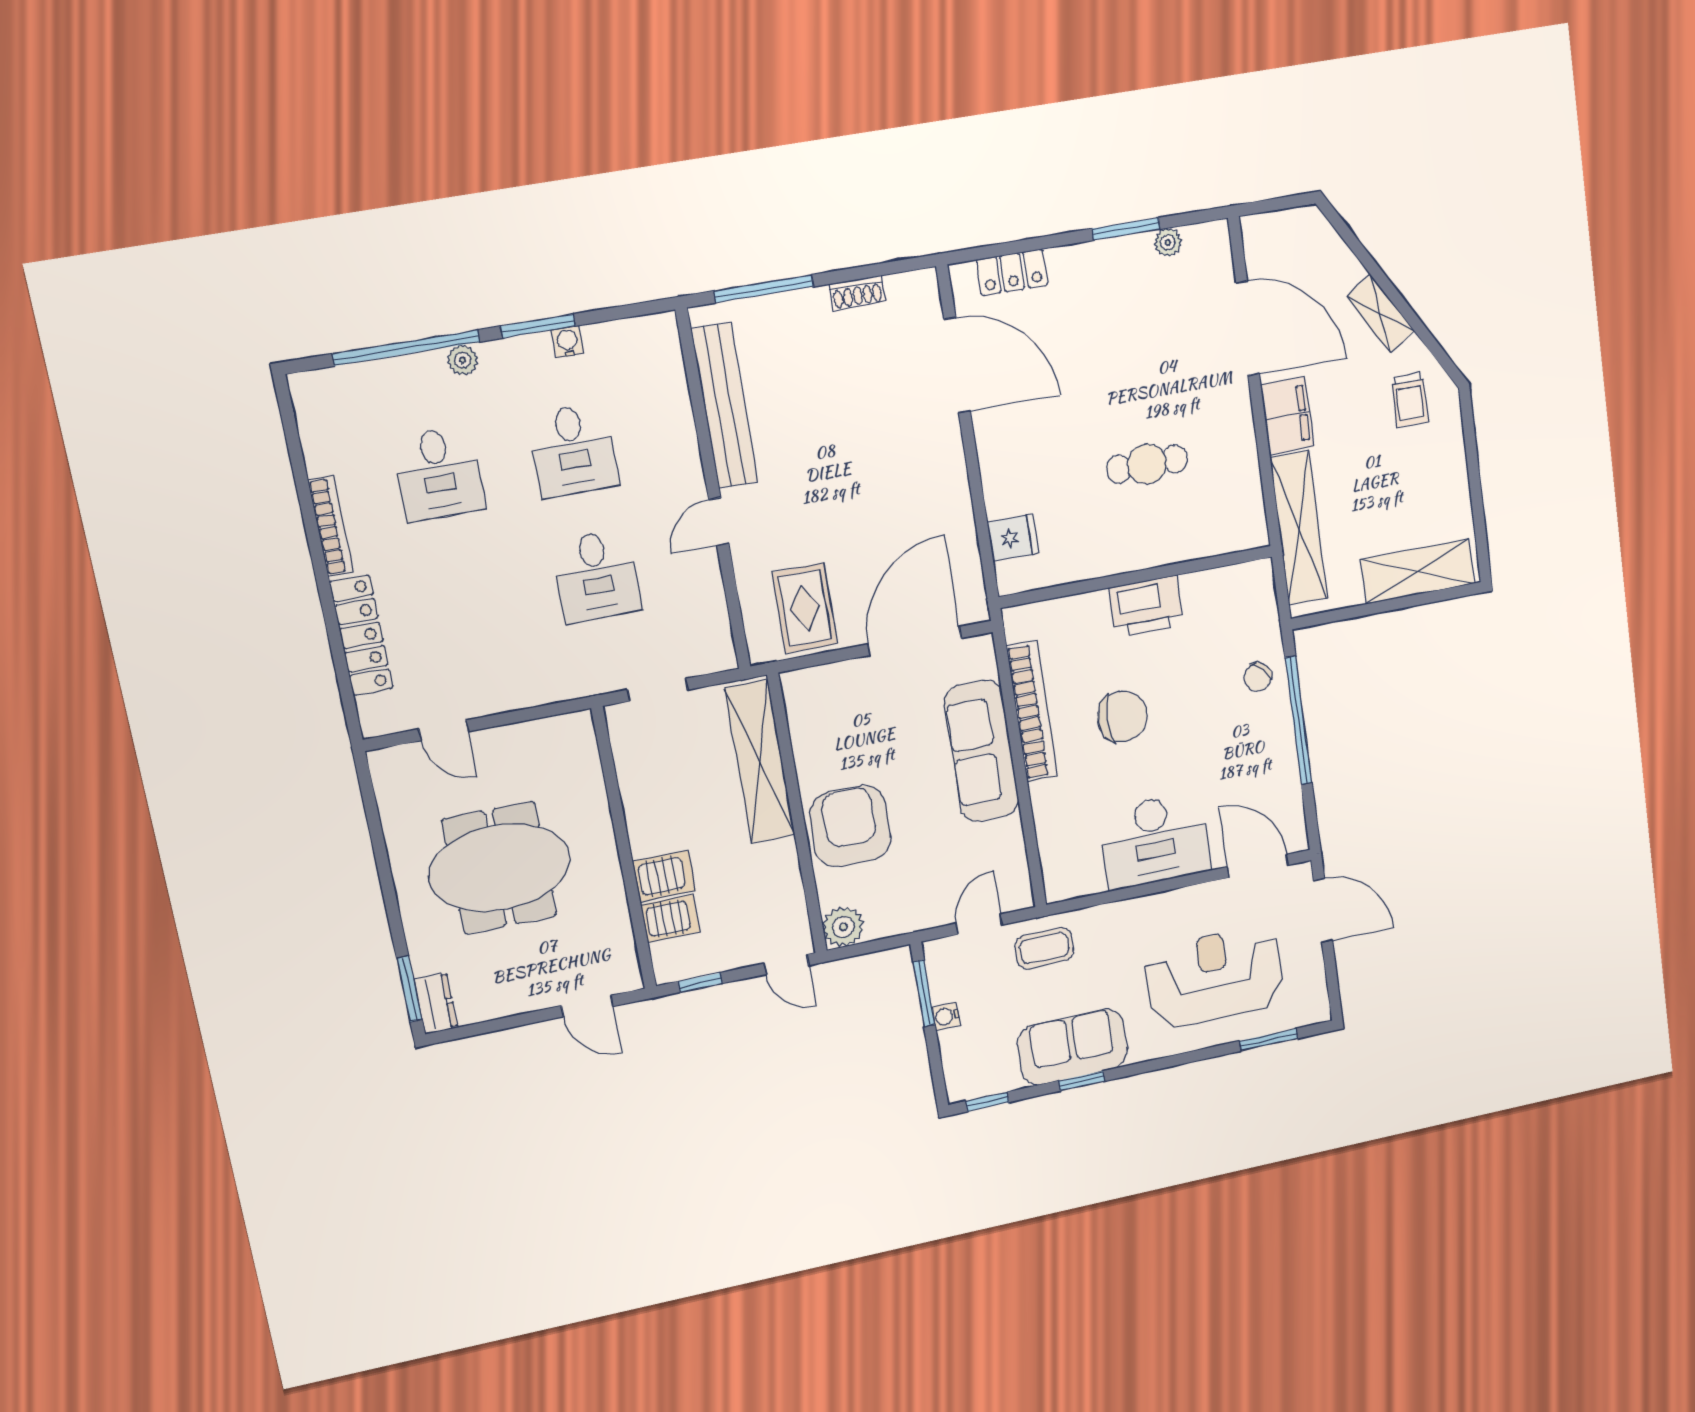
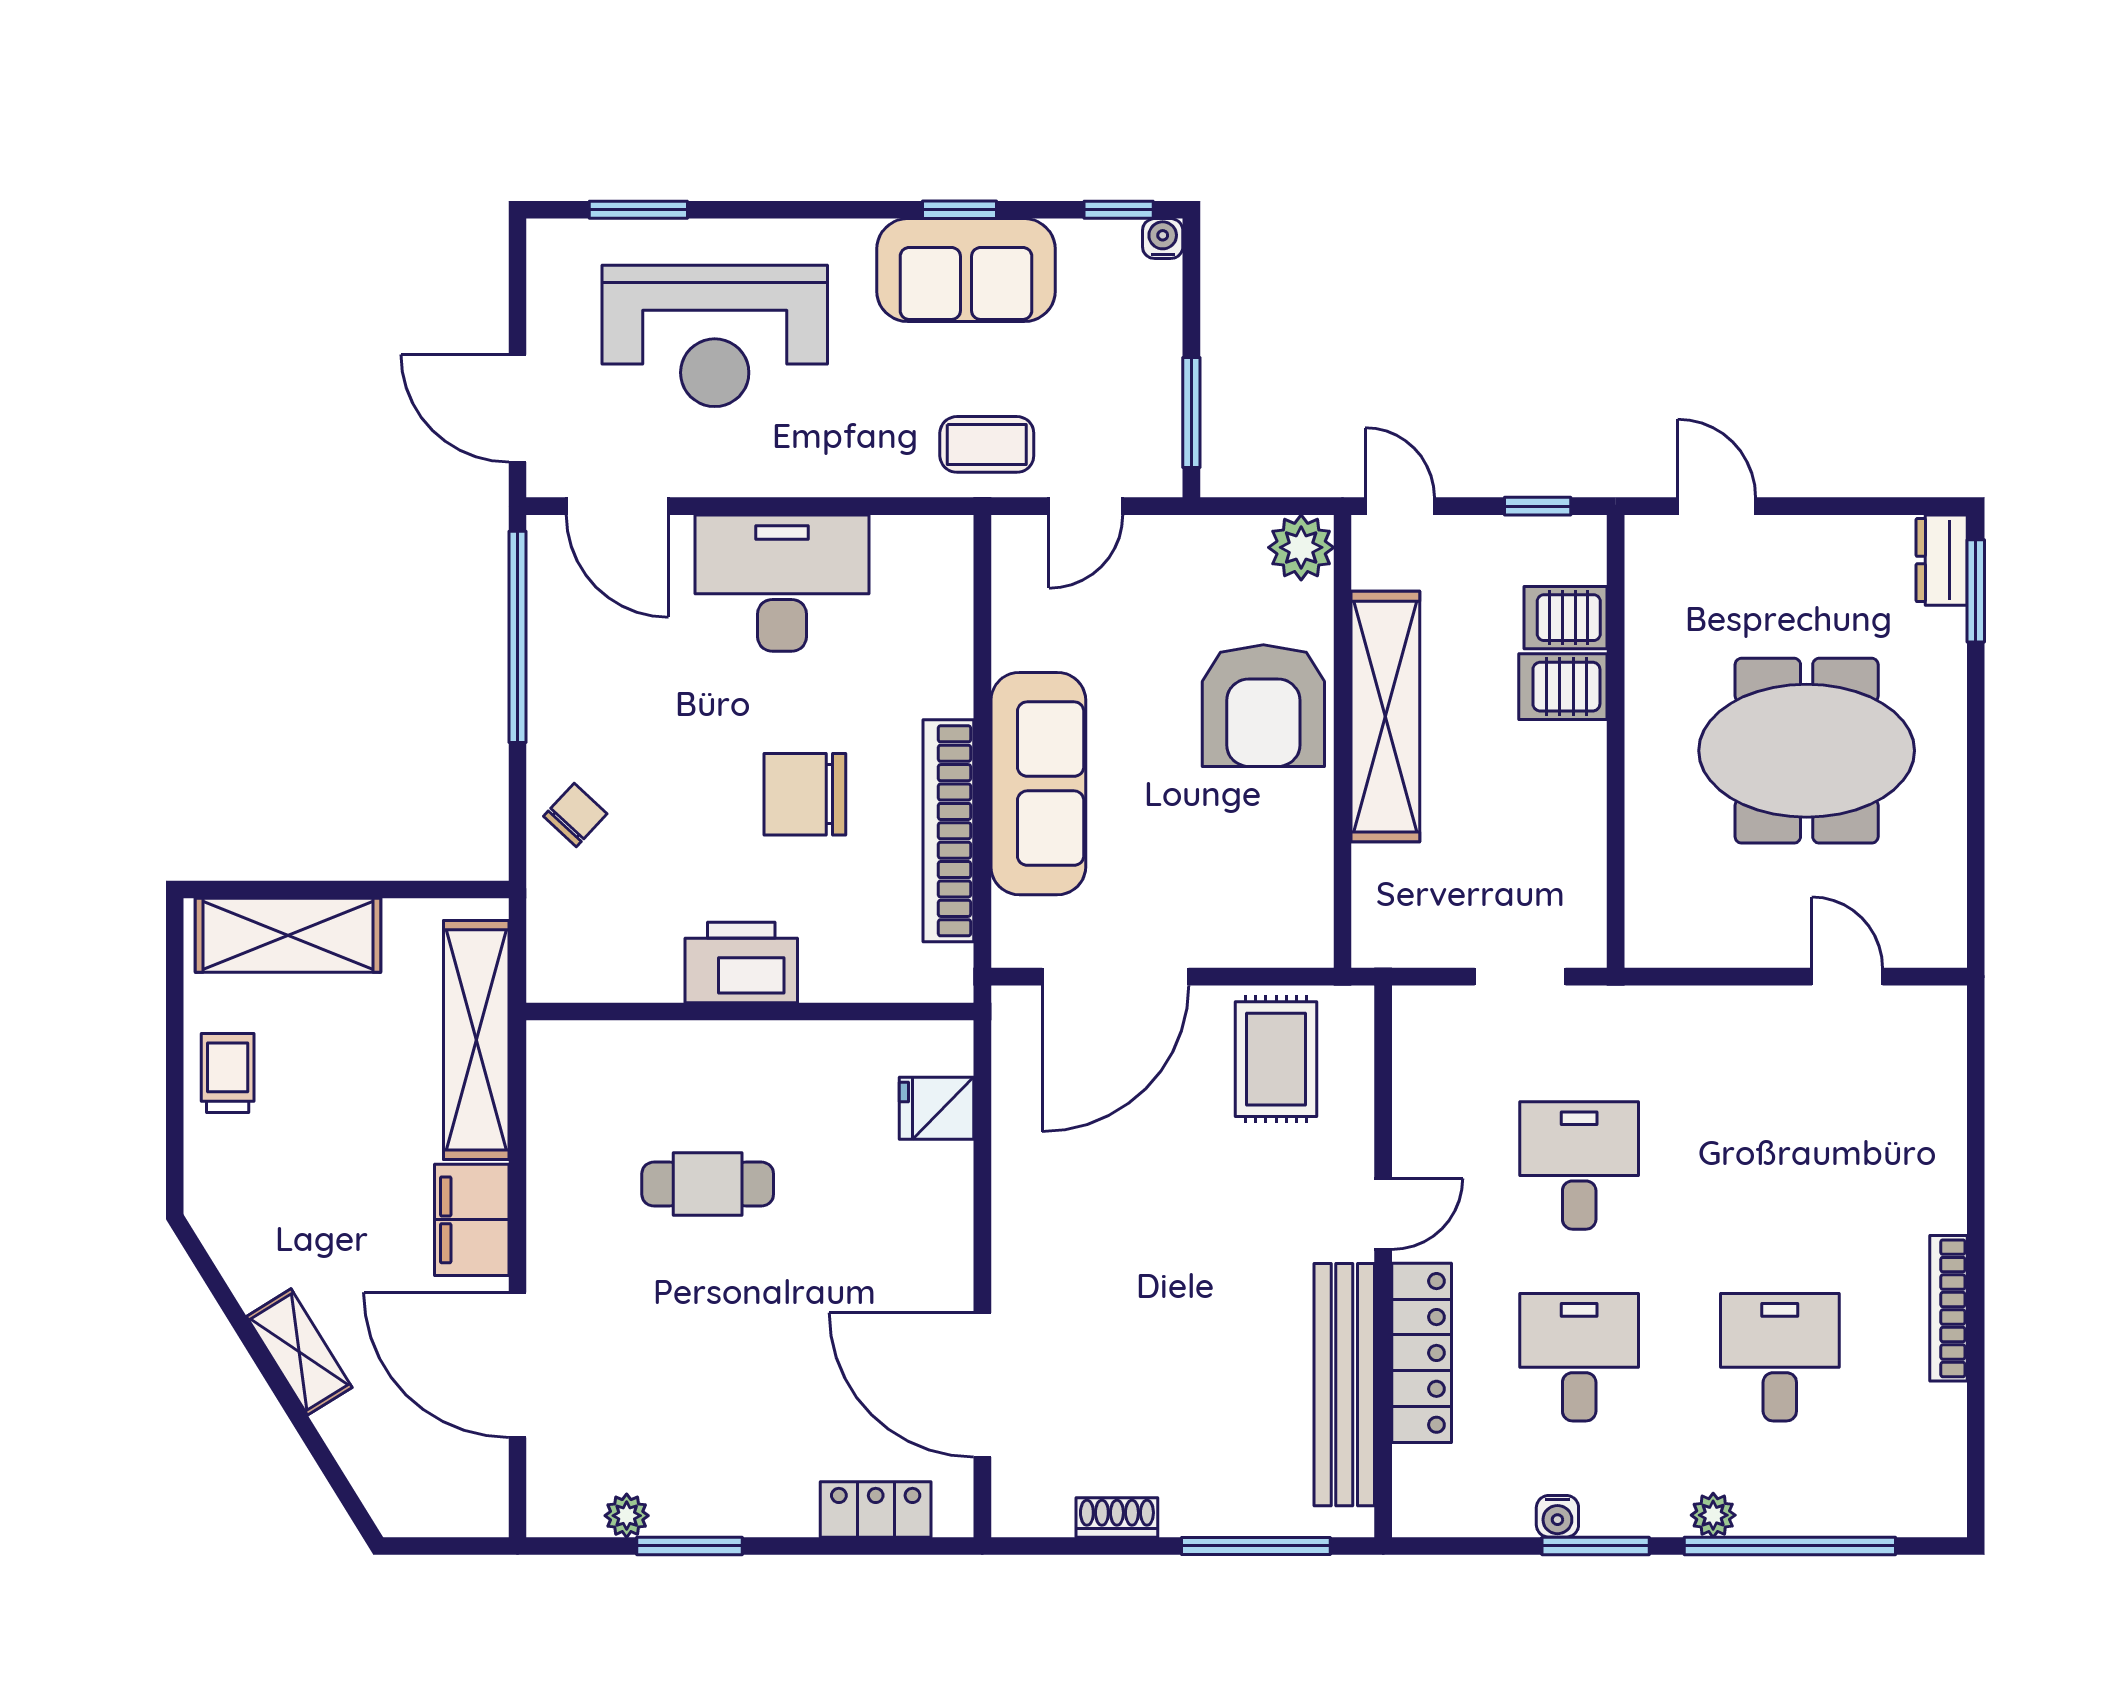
trolley: (1410, 400) -> (228, 1073), moved
locker: (361, 635) -> (1422, 1353), moved, turned 180
window: (1298, 720) -> (518, 637), moved
shelving: (760, 762) -> (1385, 717), moved
water cooler: (946, 1016) -> (1163, 239), moved, turned -90

